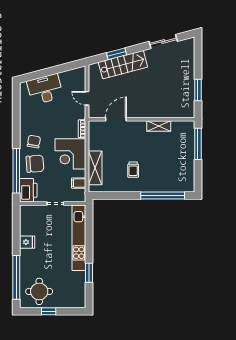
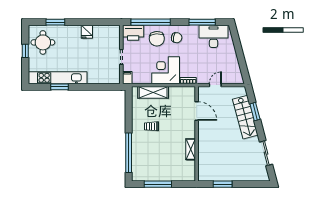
desk: (45, 89) -> (214, 36), moved, turned -75
window: (16, 113) -> (202, 22), added
window: (198, 144) -> (158, 184), moved
filing cabinet: (79, 183) -> (127, 78), moved
kitchen unit: (79, 238) -> (58, 78), moved
window: (16, 277) -> (55, 22), width x0.47

